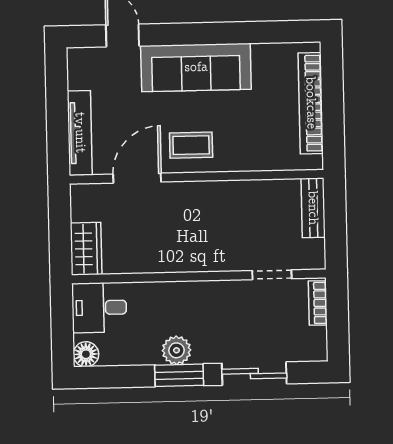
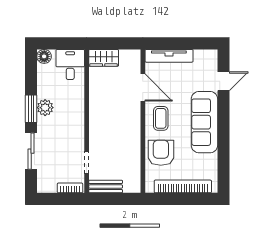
armchair: (252, 143) -> (161, 153), added
bench: (313, 208) -> (106, 187), moved

